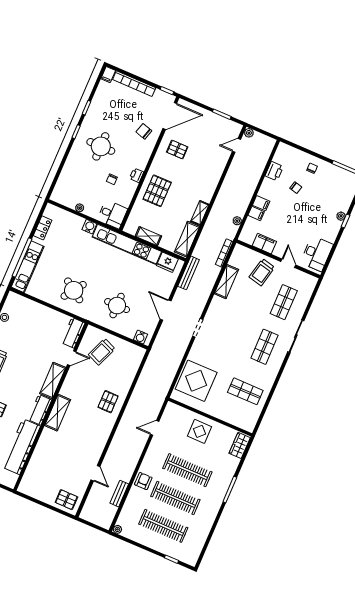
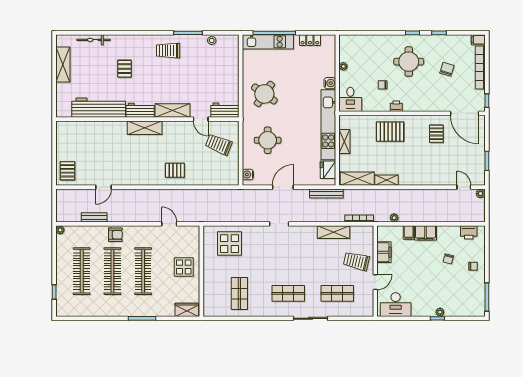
chair: (144, 131) -> (447, 69), moved
printer: (274, 171) -> (469, 232), moved
filing cabinet: (261, 203) -> (425, 233), width x2.00
display table: (196, 381) -> (229, 244), width x0.73, depth x0.73

